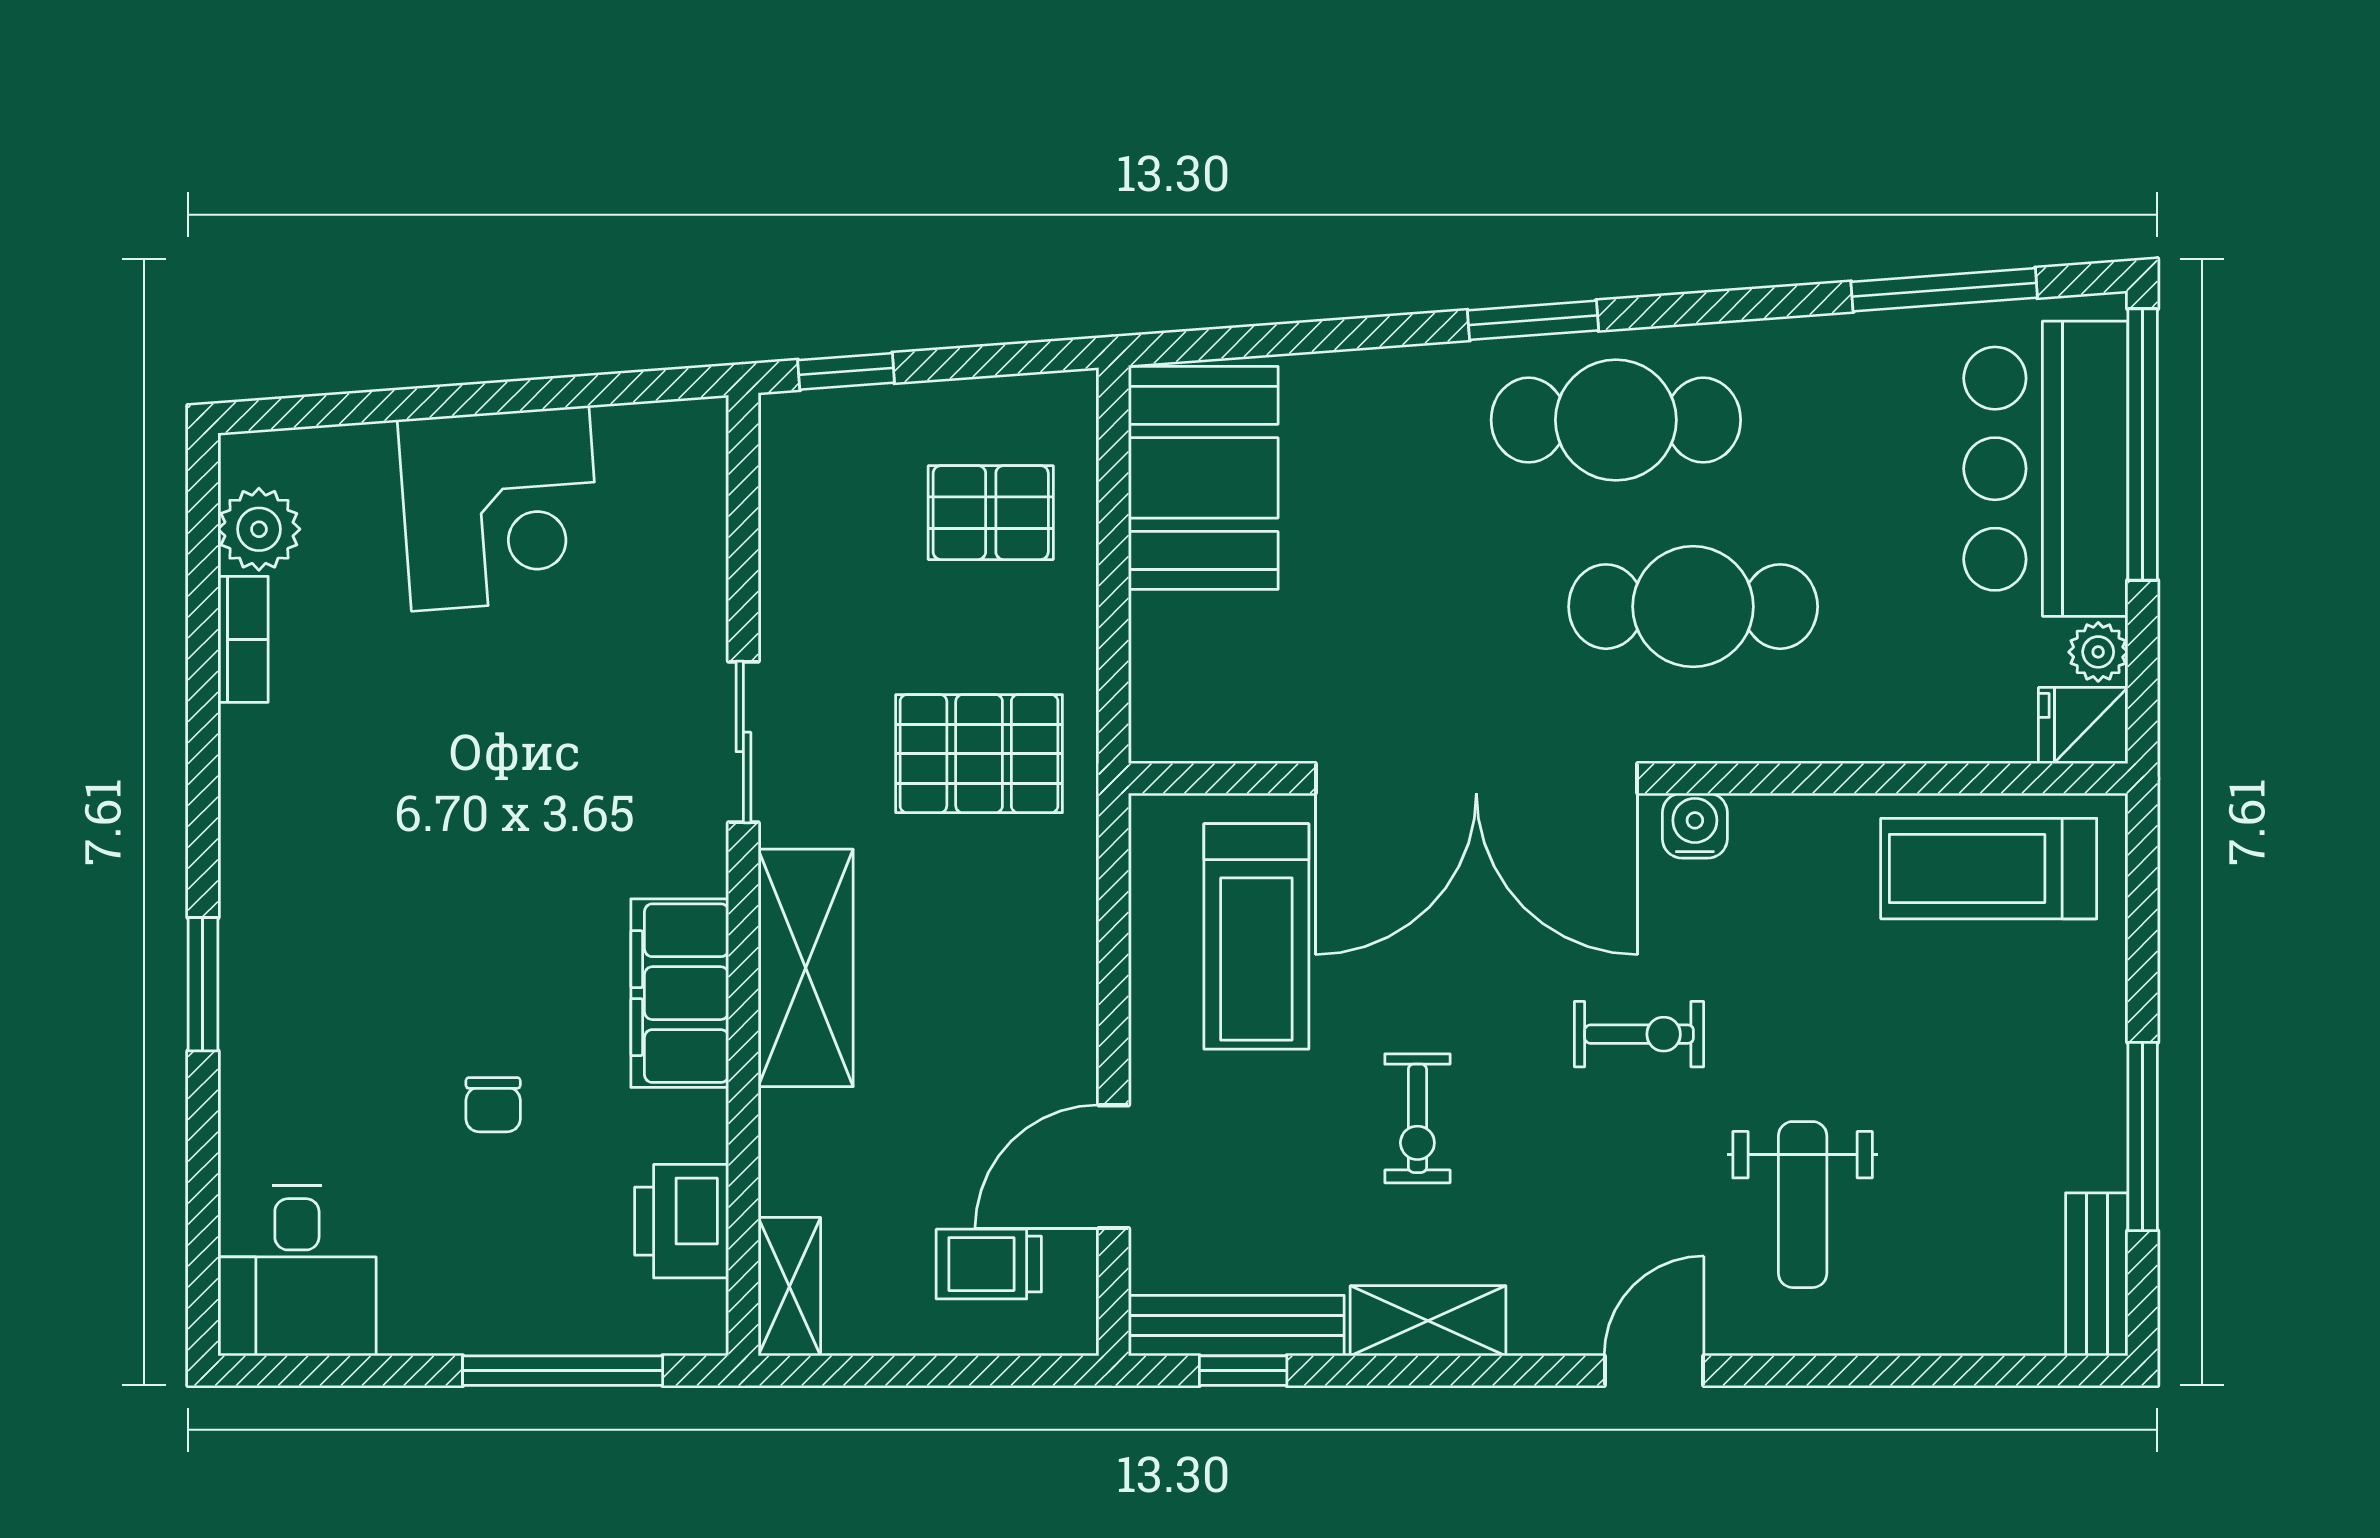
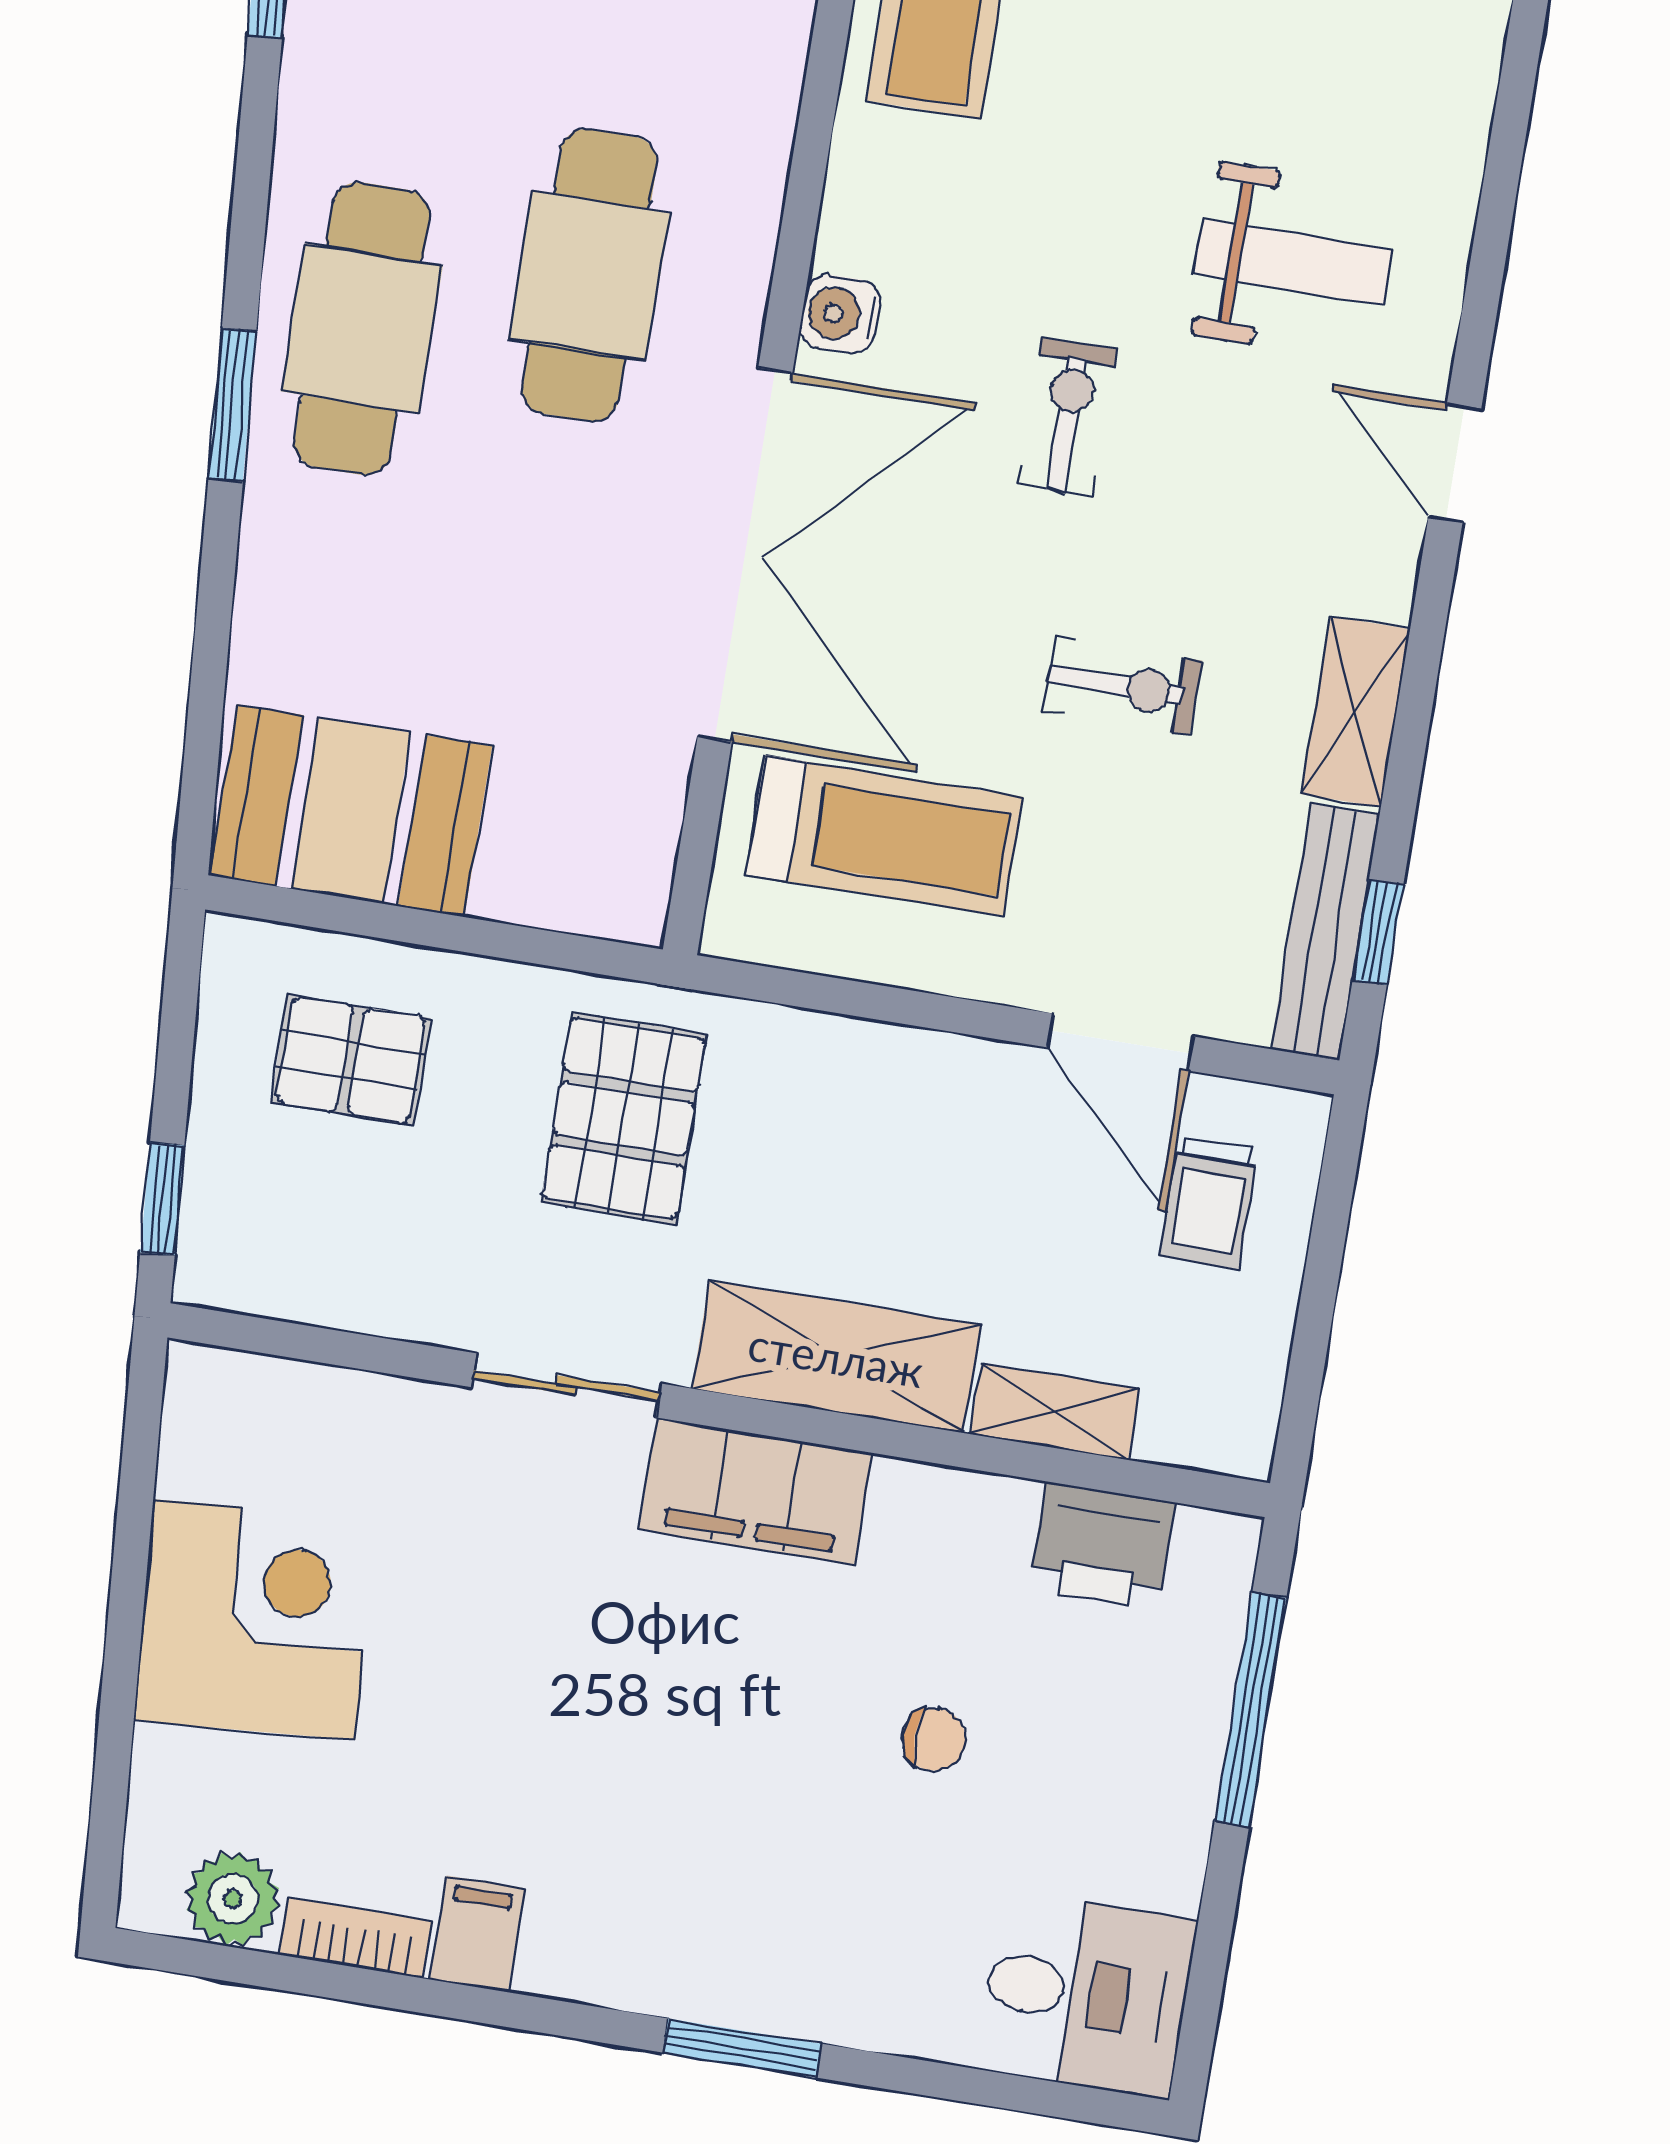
pallet: (991, 513) -> (351, 1060), turned 90
filing cabinet: (263, 742) -> (477, 1934), added
filing cabinet: (680, 993) -> (756, 1491), moved
shelving: (789, 1287) -> (1055, 1411), moved

